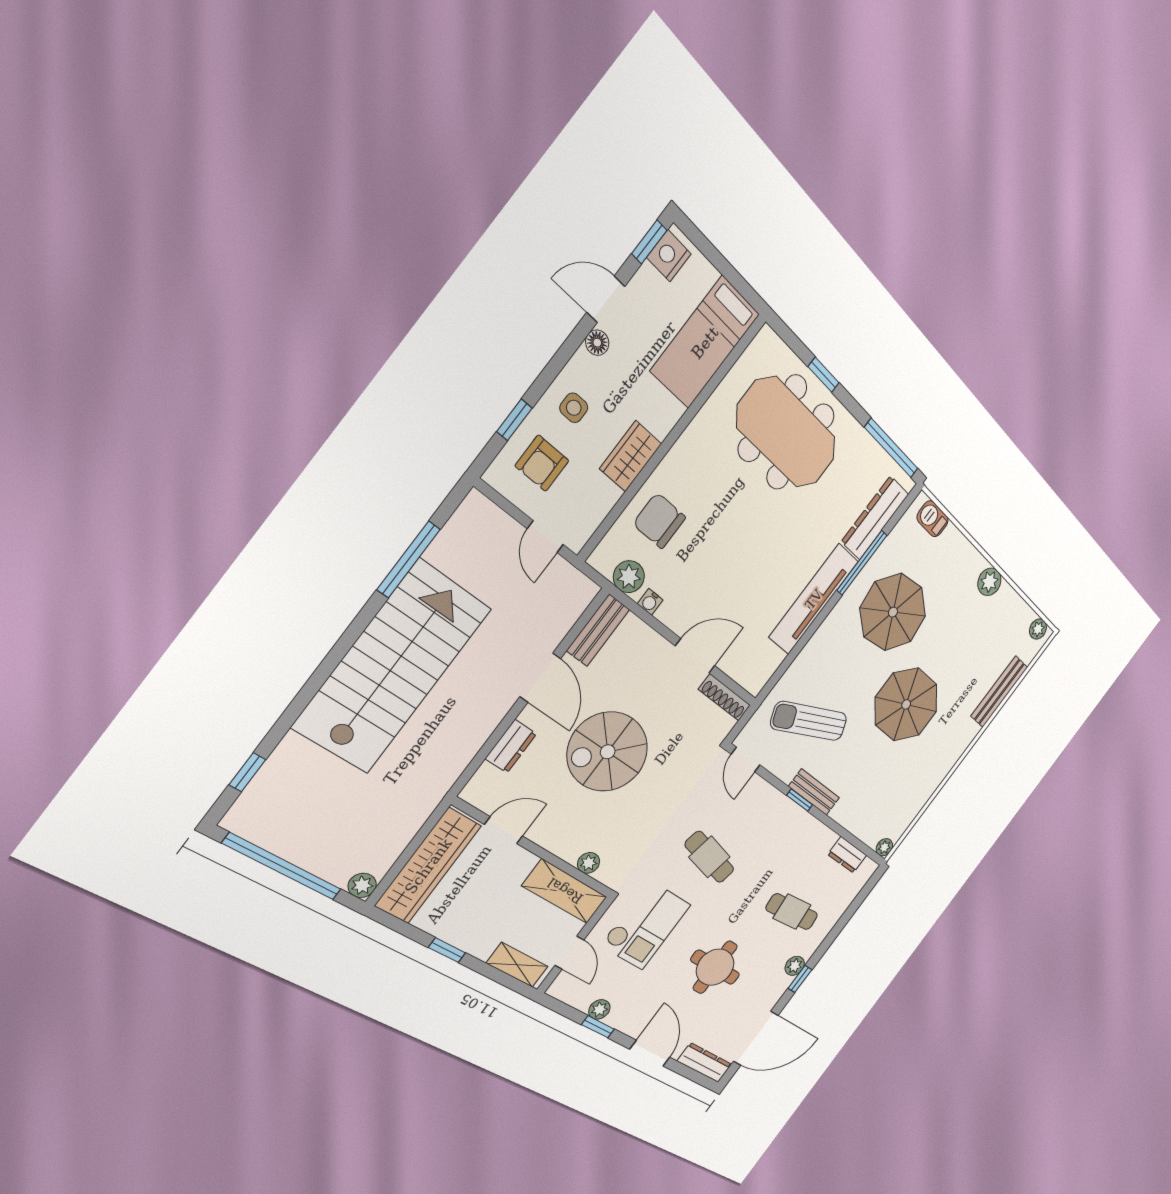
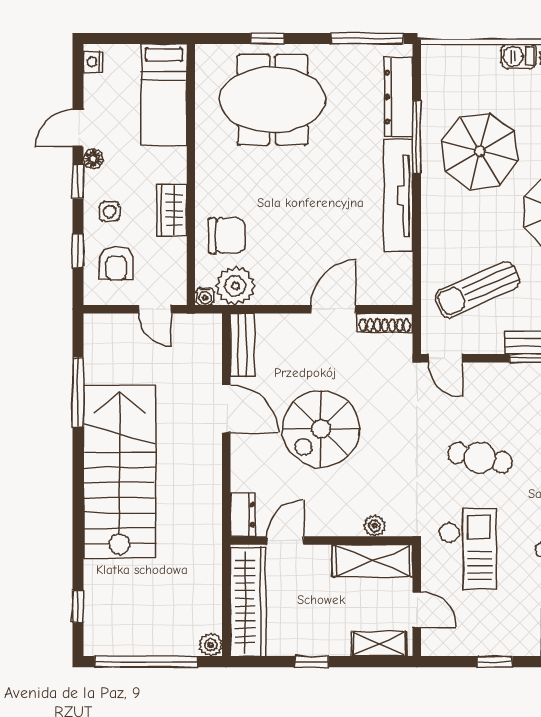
window: (649, 242) -> (78, 181), moved
nightstand: (669, 256) -> (93, 62), width x0.72, depth x0.74
barbecue: (933, 519) -> (519, 56), moved
chair: (659, 521) -> (227, 236), turned 180
plant: (629, 577) -> (235, 286), width x1.36, depth x1.36
water cooler: (650, 602) -> (205, 296), moved
dresser: (511, 746) -> (243, 515), moved
plant: (599, 1009) -> (484, 645), removed

